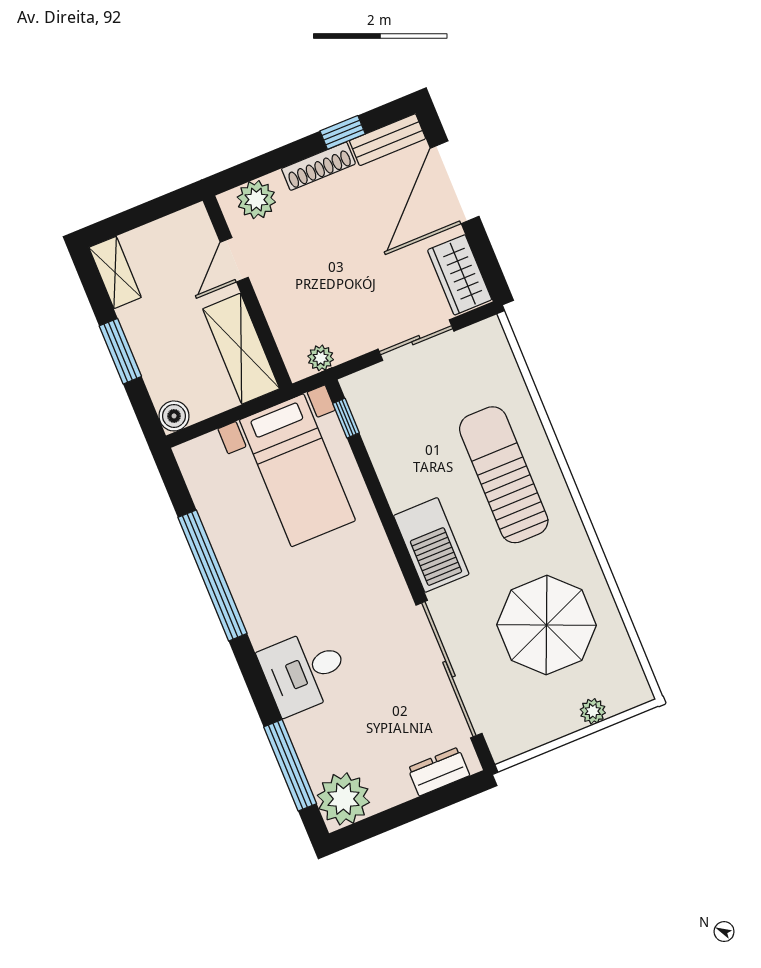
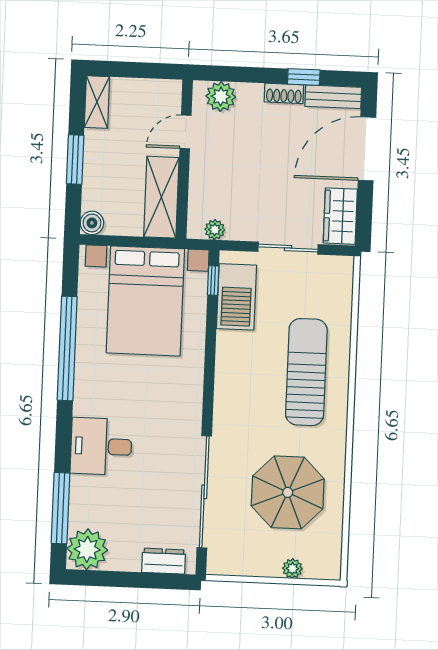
shoe rack: (318, 166) -> (284, 93), width x0.70
bed with nightstands: (297, 470) -> (145, 301), width x1.36
barbecue: (431, 545) -> (236, 297), moved

